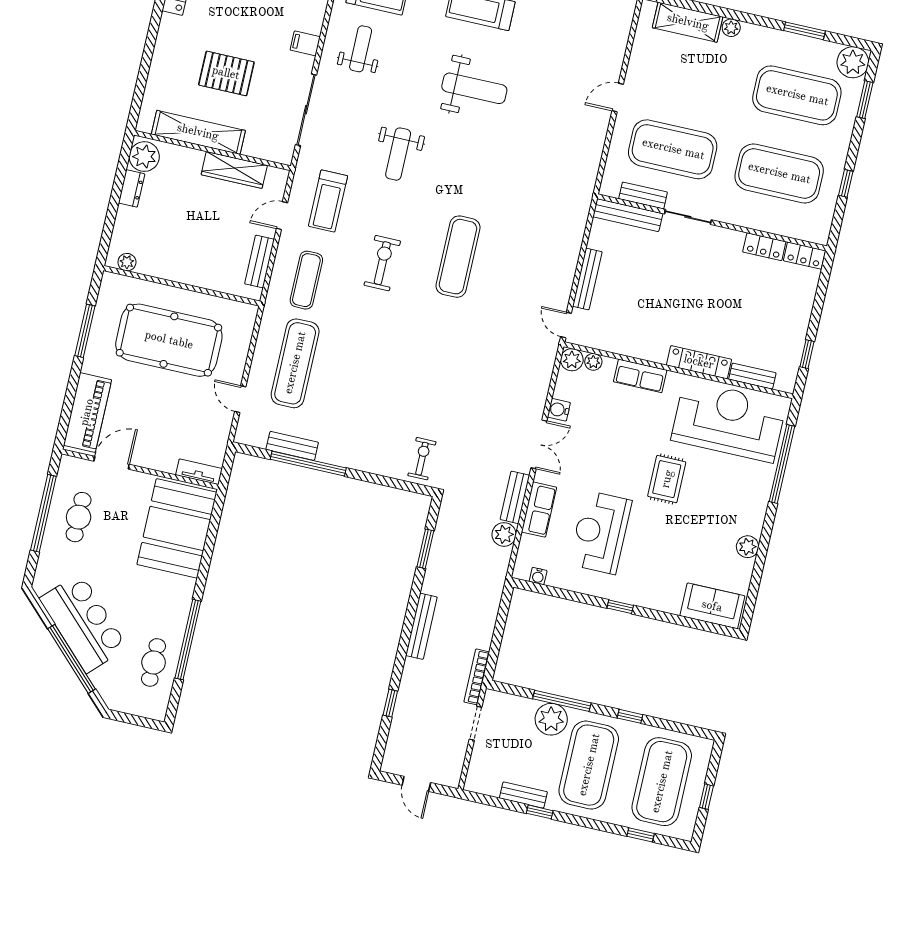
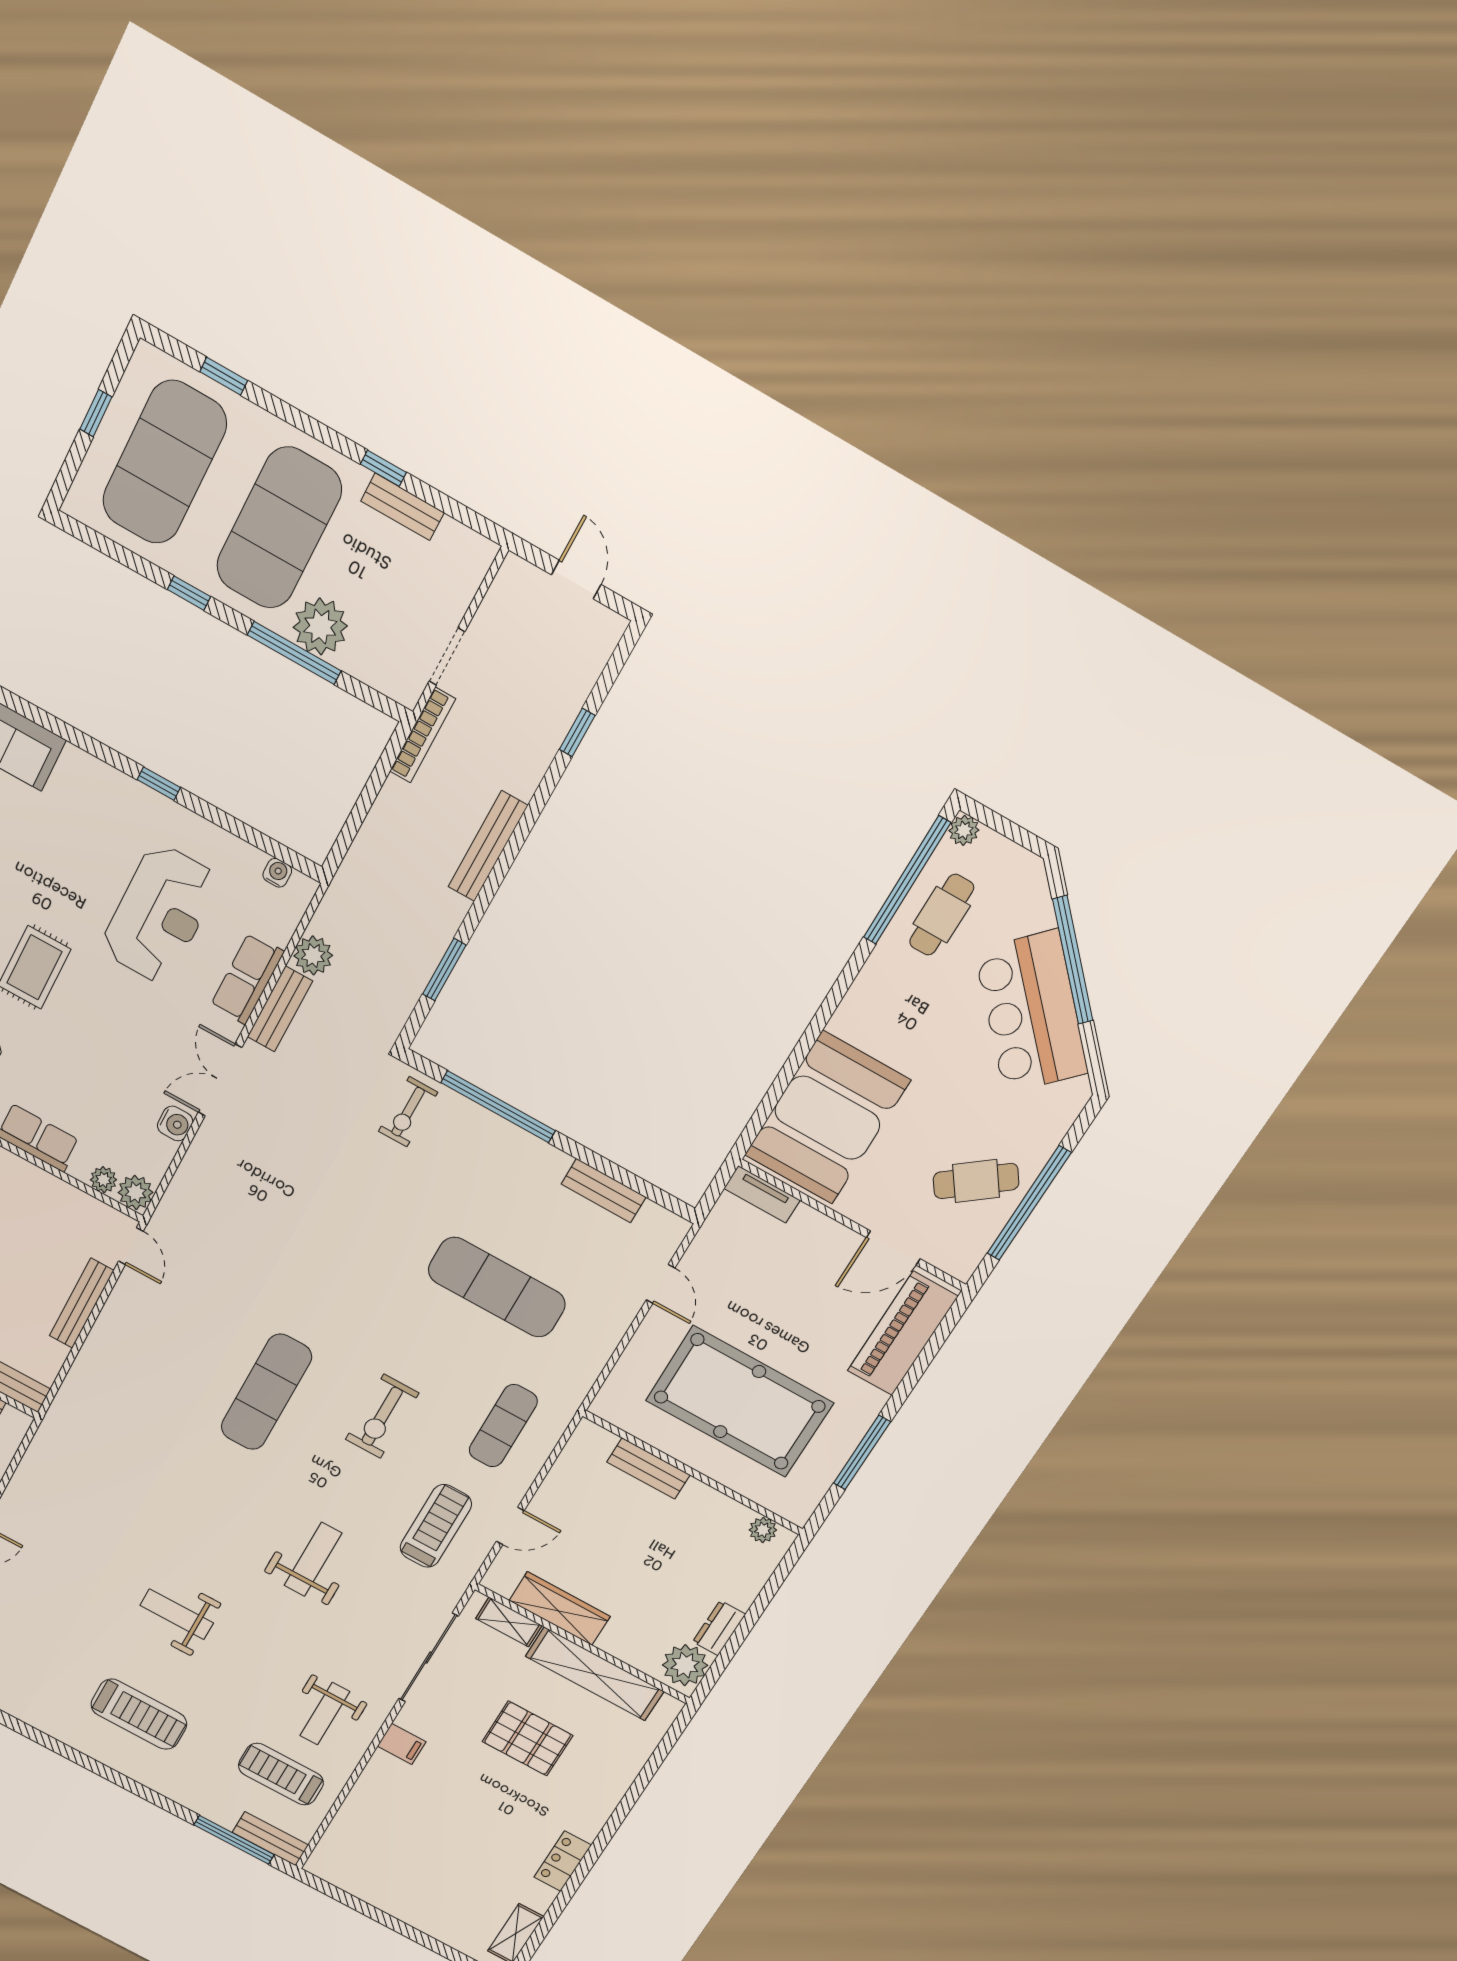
weight bench: (474, 88) -> (177, 1614), width x0.73, depth x0.75
shelving: (263, 151) -> (509, 1622), added
bench: (259, 262) -> (648, 1469), moved, turned 90
exercise mat: (295, 363) -> (497, 1287), moved, turned 90
window: (308, 464) -> (498, 1107), moved
cafe table: (79, 517) -> (976, 1181), turned 53
window: (188, 640) -> (907, 880), moved
plant: (158, 712) -> (964, 830), added

